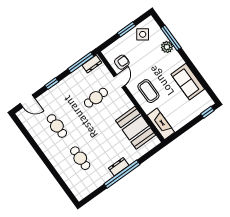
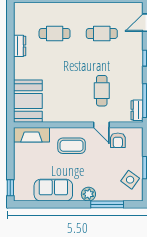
plant: (167, 47) -> (88, 194), moved
booth: (136, 128) -> (28, 101), moved, turned 90
dresser: (119, 167) -> (20, 46), moved
window: (122, 174) -> (10, 63), removed

